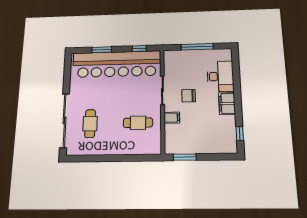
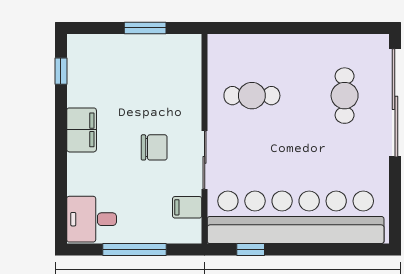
window: (102, 50) -> (327, 250), removed
desk: (220, 76) -> (92, 219), moved, width x0.73
filing cabinet: (172, 118) -> (187, 207), moved
window: (185, 157) -> (145, 28), moved

